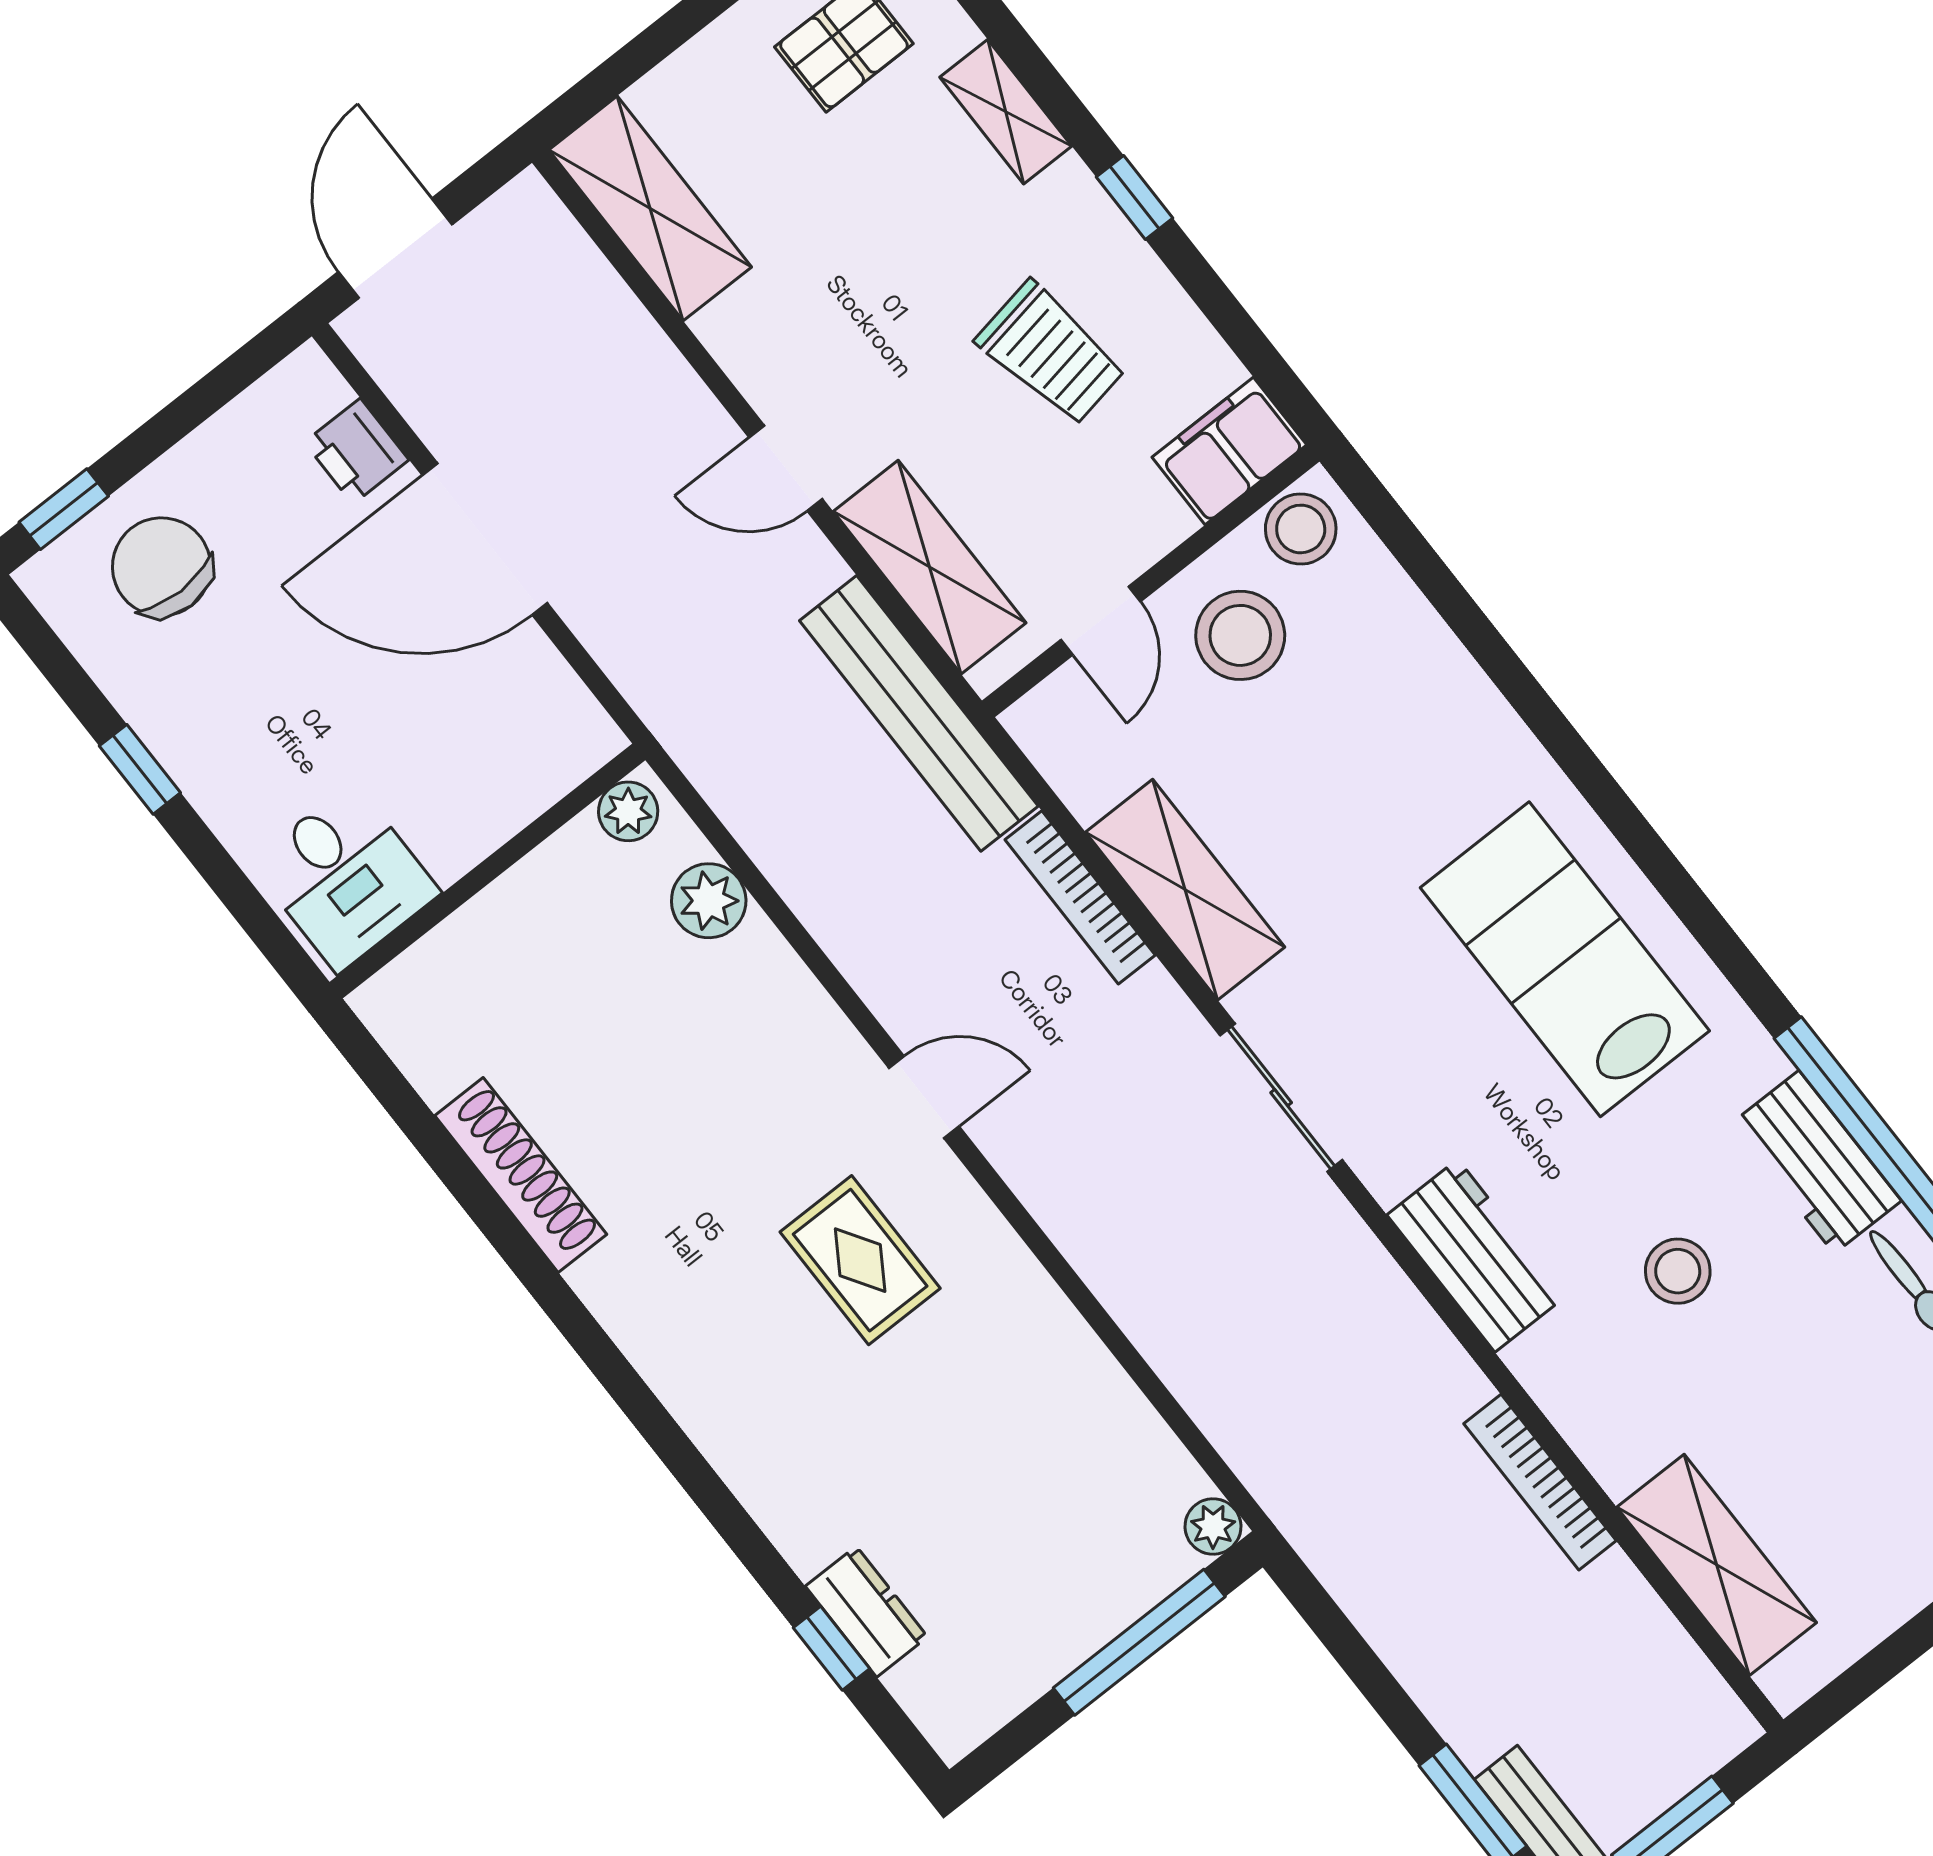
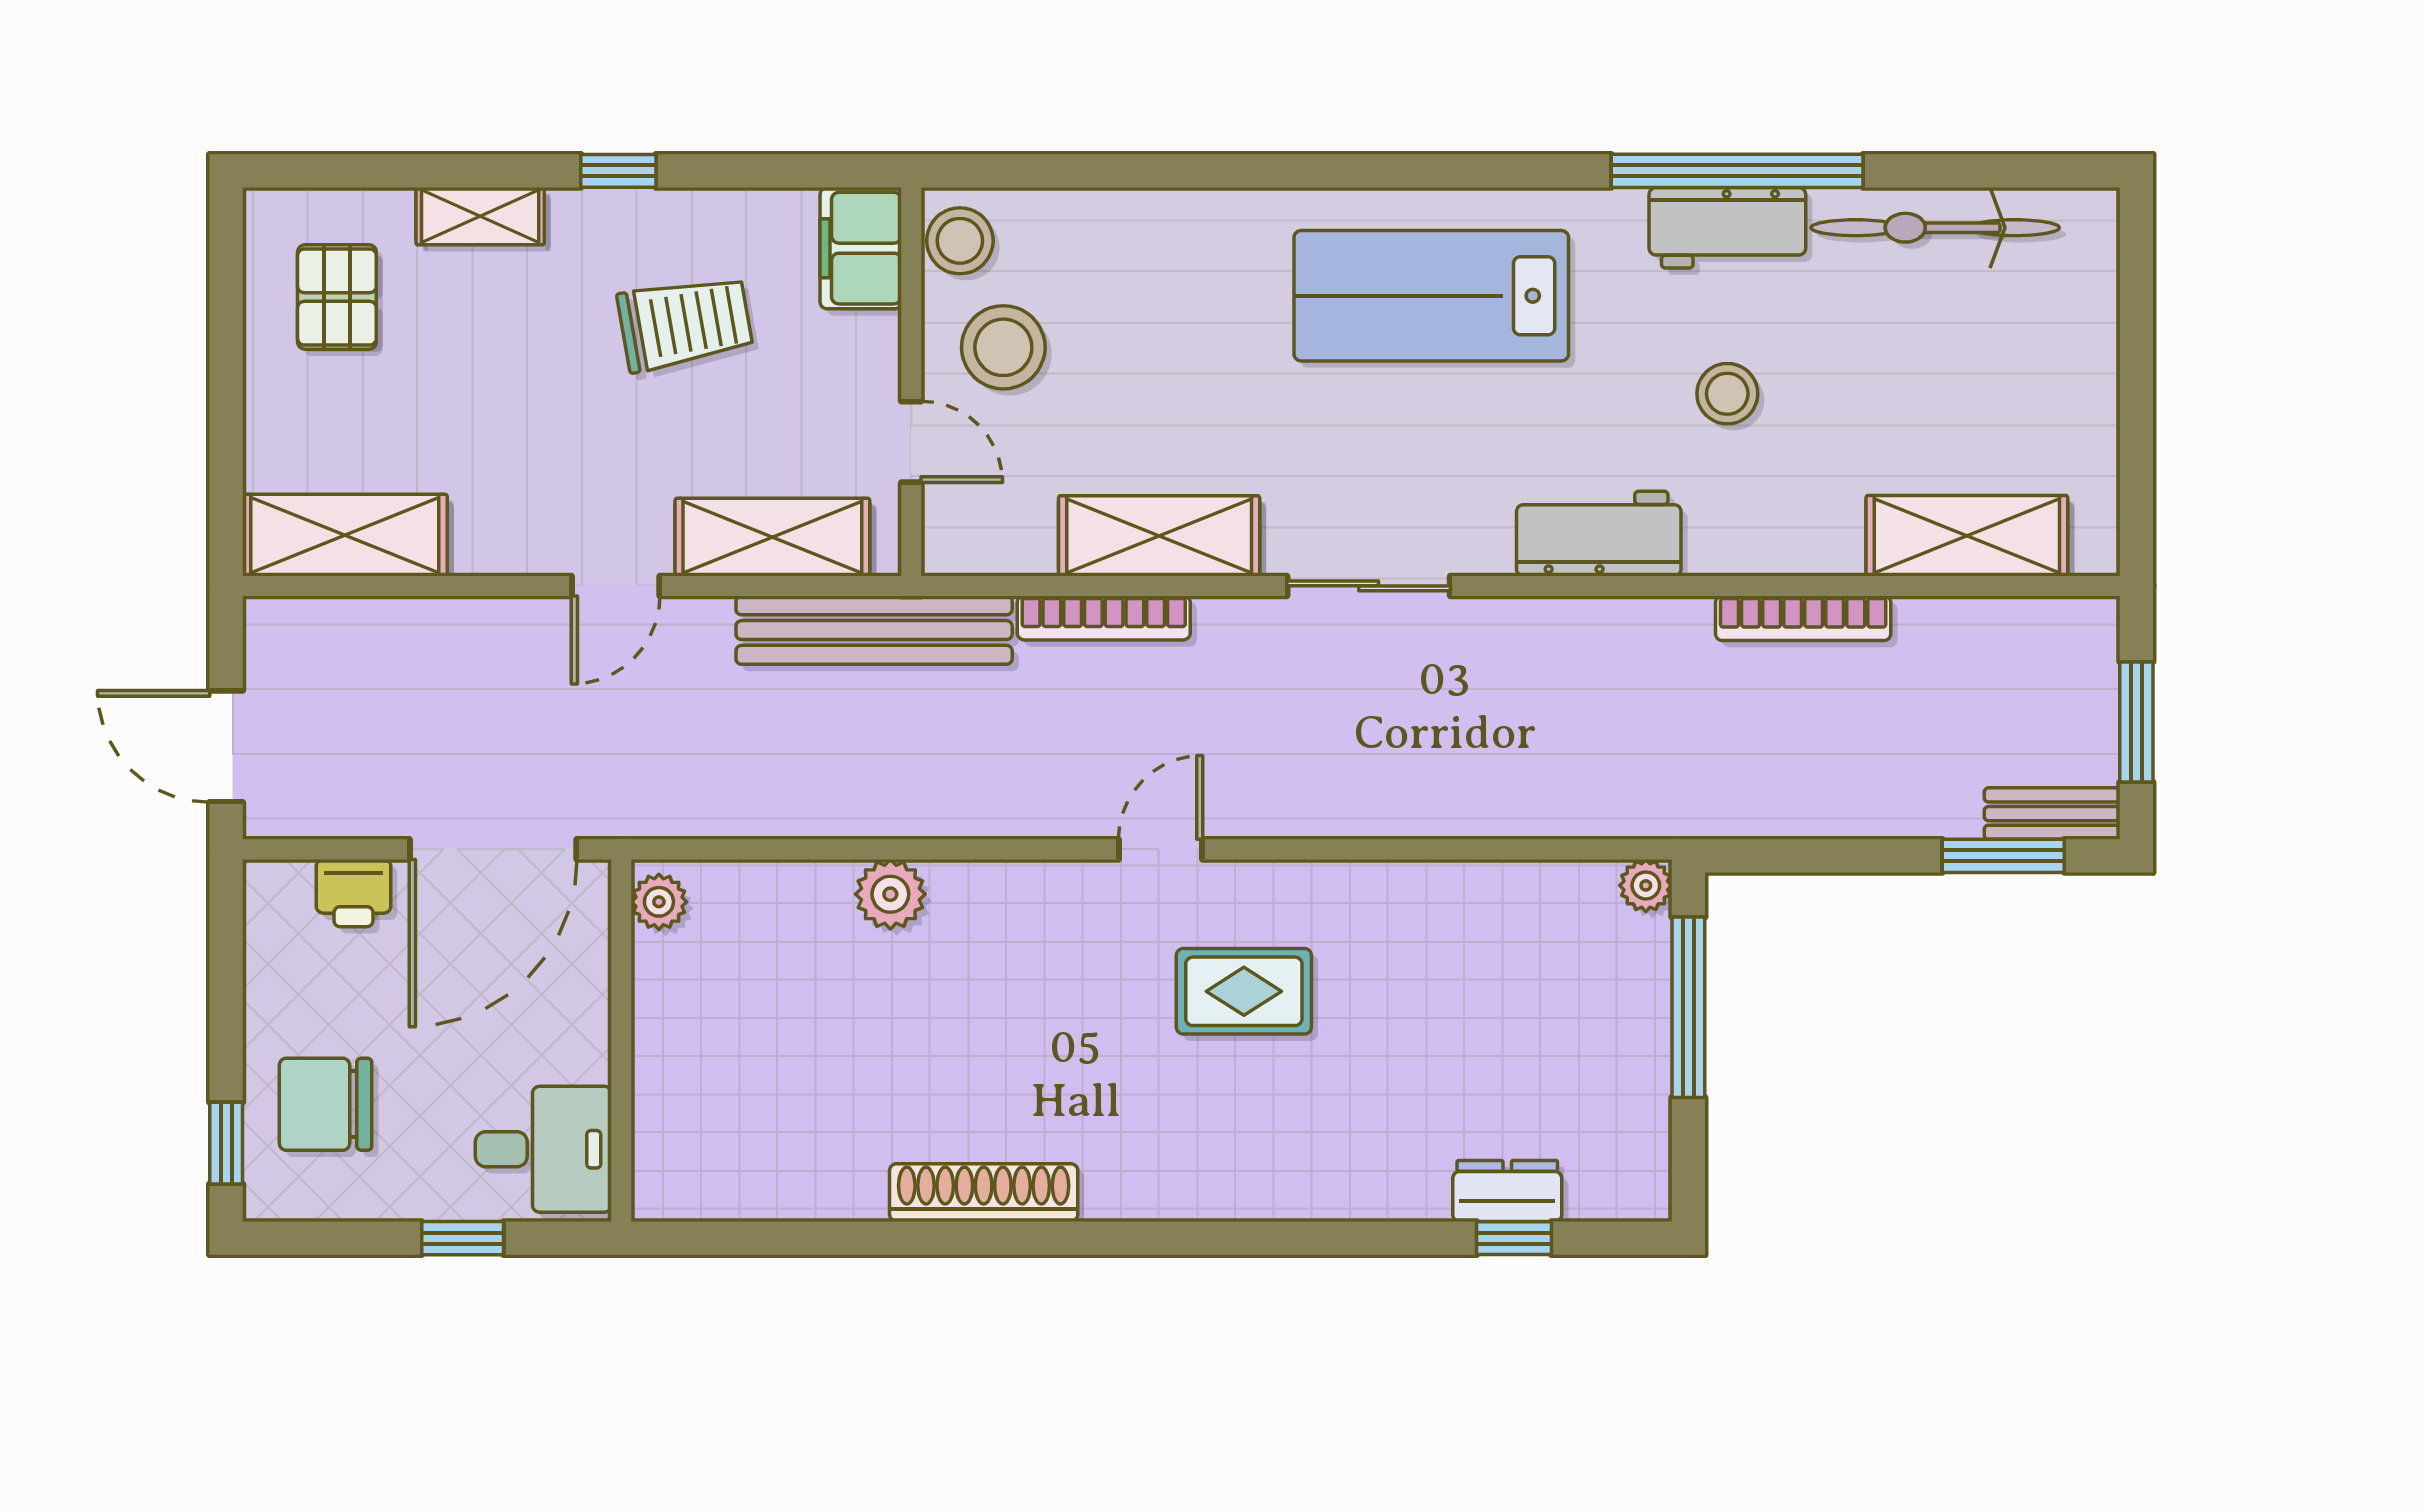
plant: (628, 811) -> (659, 902), moved
wall: (488, 871) -> (621, 1040), moved
desk: (345, 878) -> (543, 1149), moved

